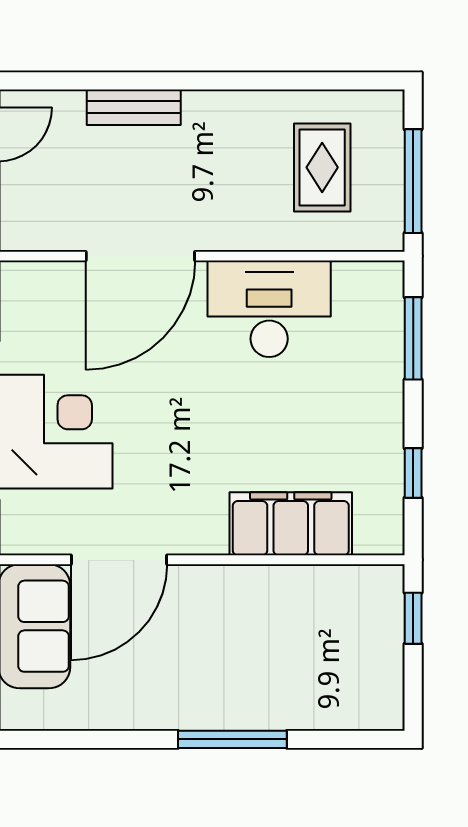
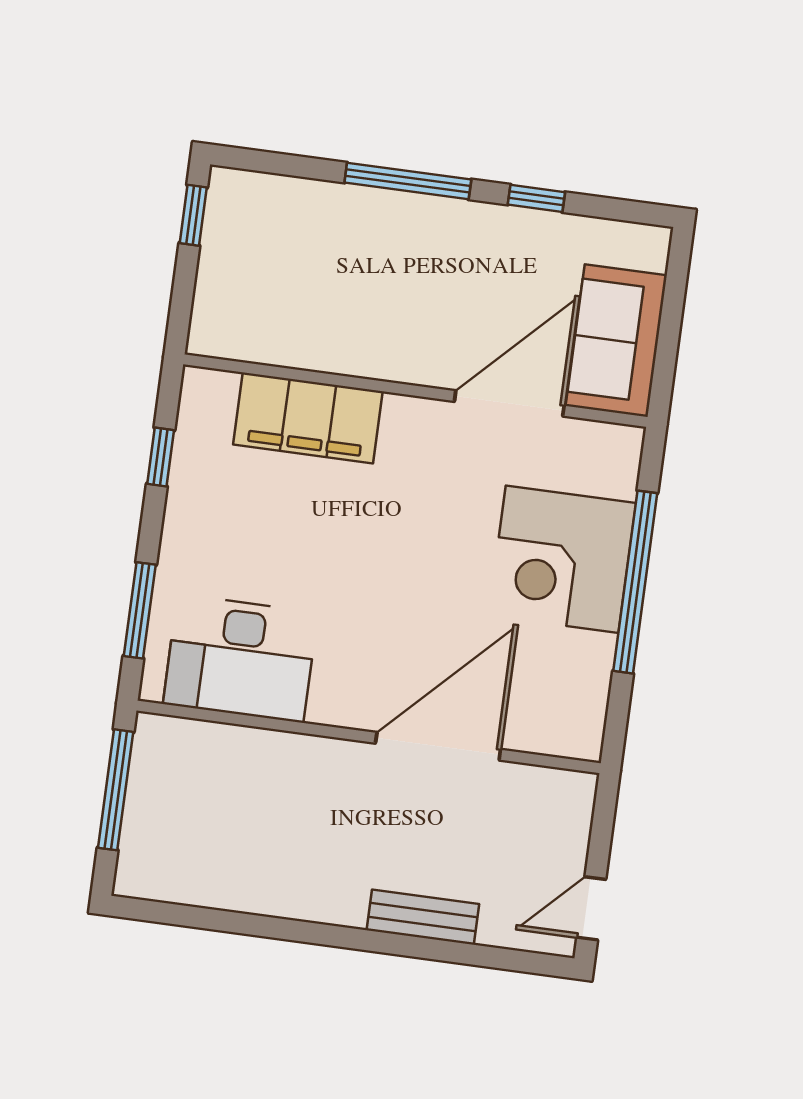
rug: (322, 167) -> (217, 819), removed
desk: (269, 309) -> (240, 658), moved
window: (413, 618) -> (193, 215), moved
window: (120, 739) -> (536, 198), added

